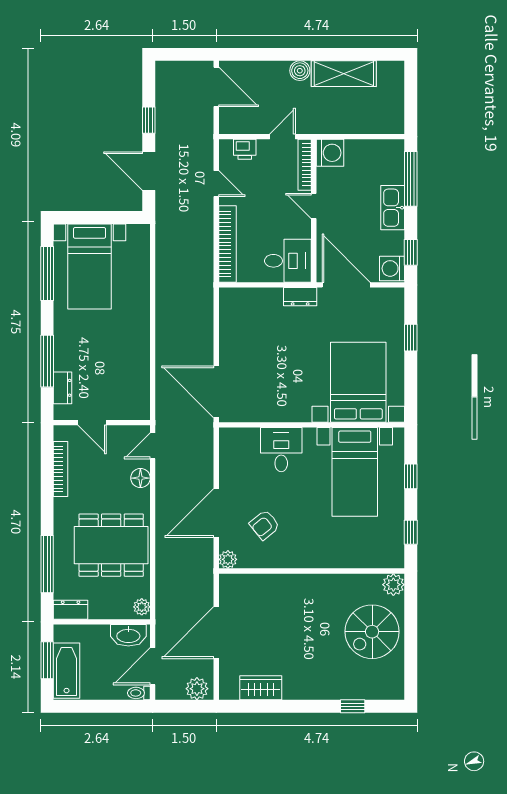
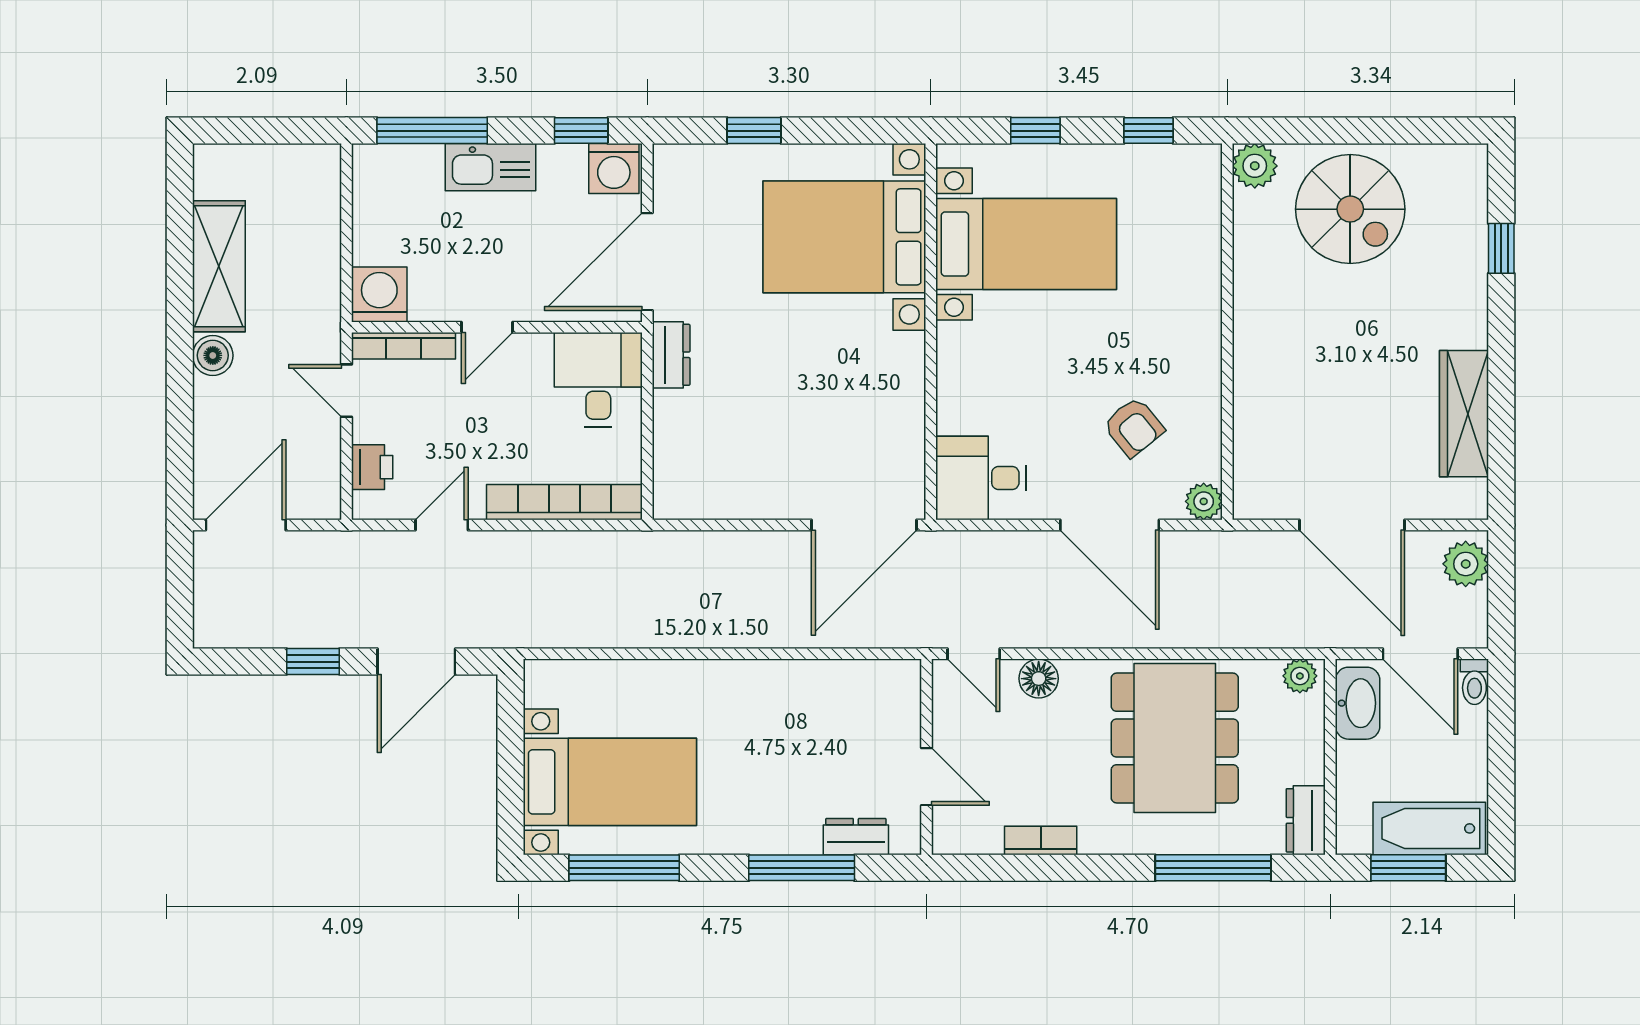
door: (92, 423) -> (926, 777), hinge flipped
desk: (281, 450) -> (981, 478), moved
bookcase: (61, 469) -> (1041, 841), width x0.64
wardrobe: (261, 688) -> (1464, 414), width x1.50

